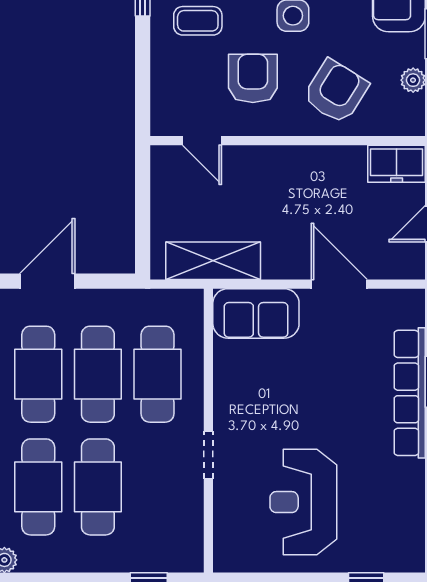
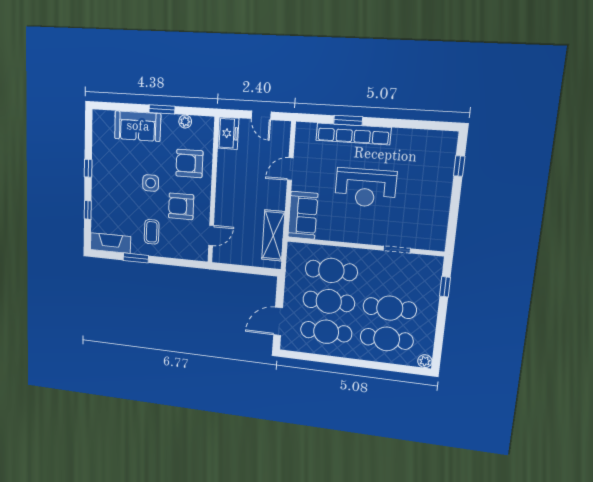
armchair: (336, 92) -> (189, 163), turned -32
door: (47, 281) -> (278, 321), hinge flipped
door: (339, 284) -> (290, 169), width x0.73
doorway: (208, 455) -> (397, 250), moved
reception desk: (303, 502) -> (365, 188), moved

